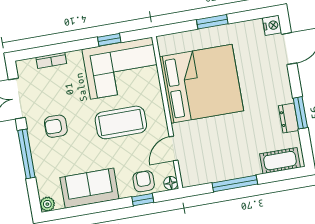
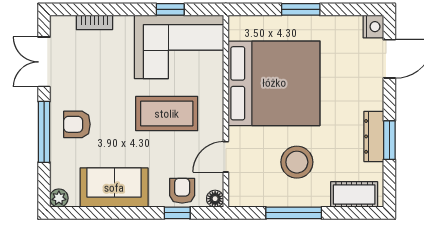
dresser: (289, 118) -> (374, 136), width x1.44
armchair: (56, 126) -> (77, 124), moved
stool: (230, 143) -> (297, 162), added

